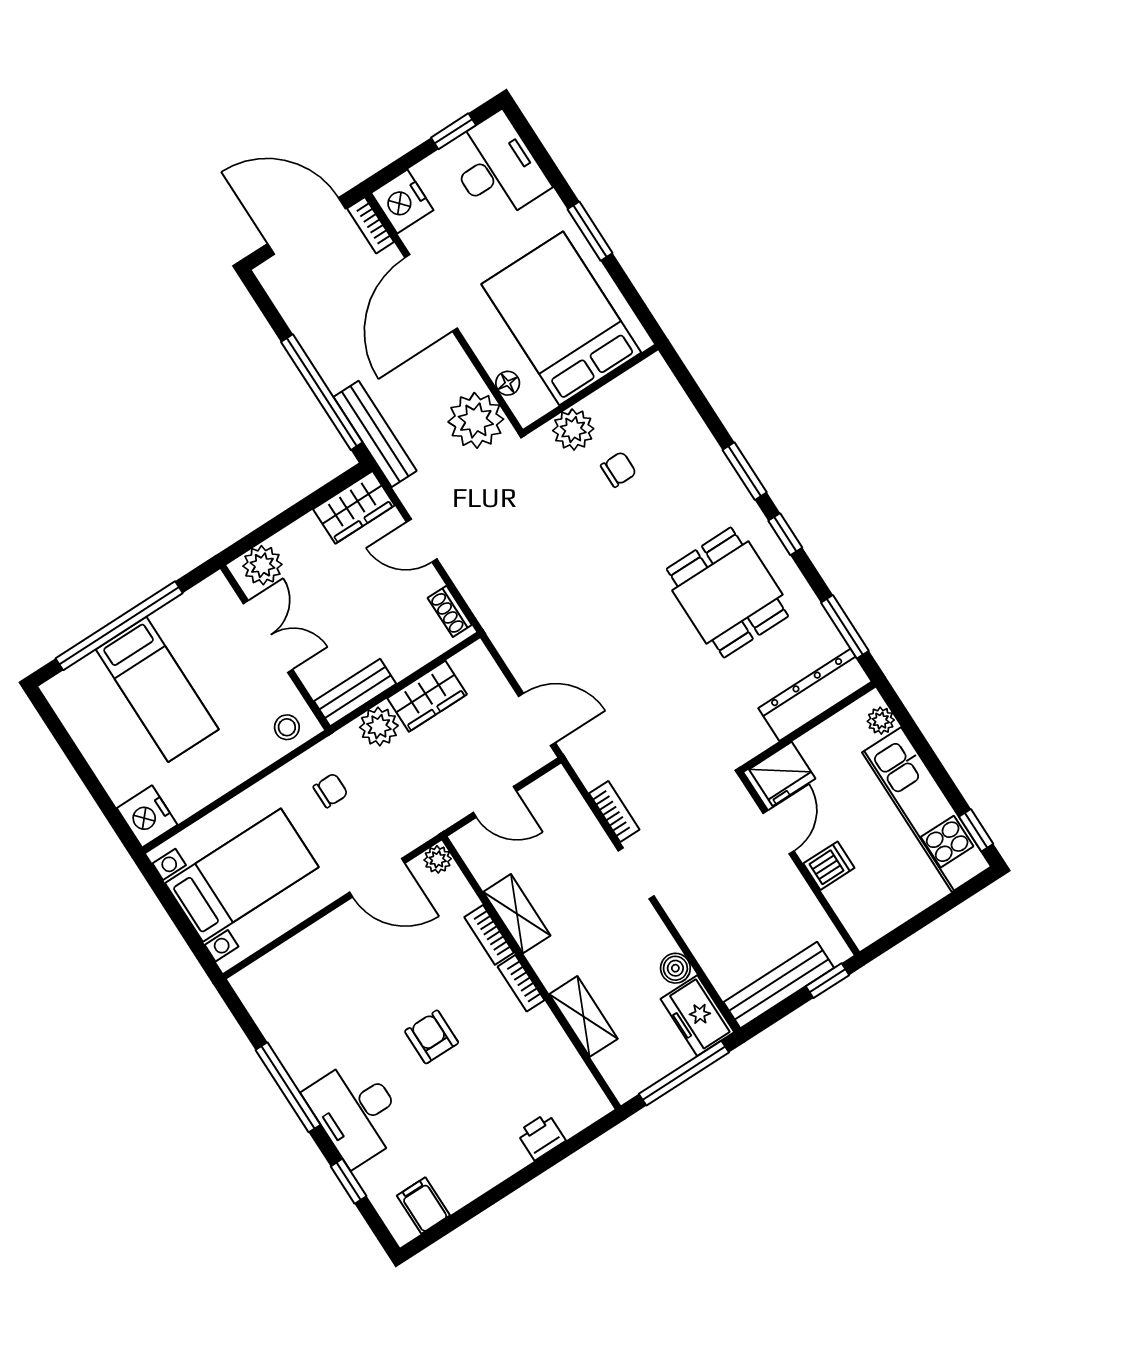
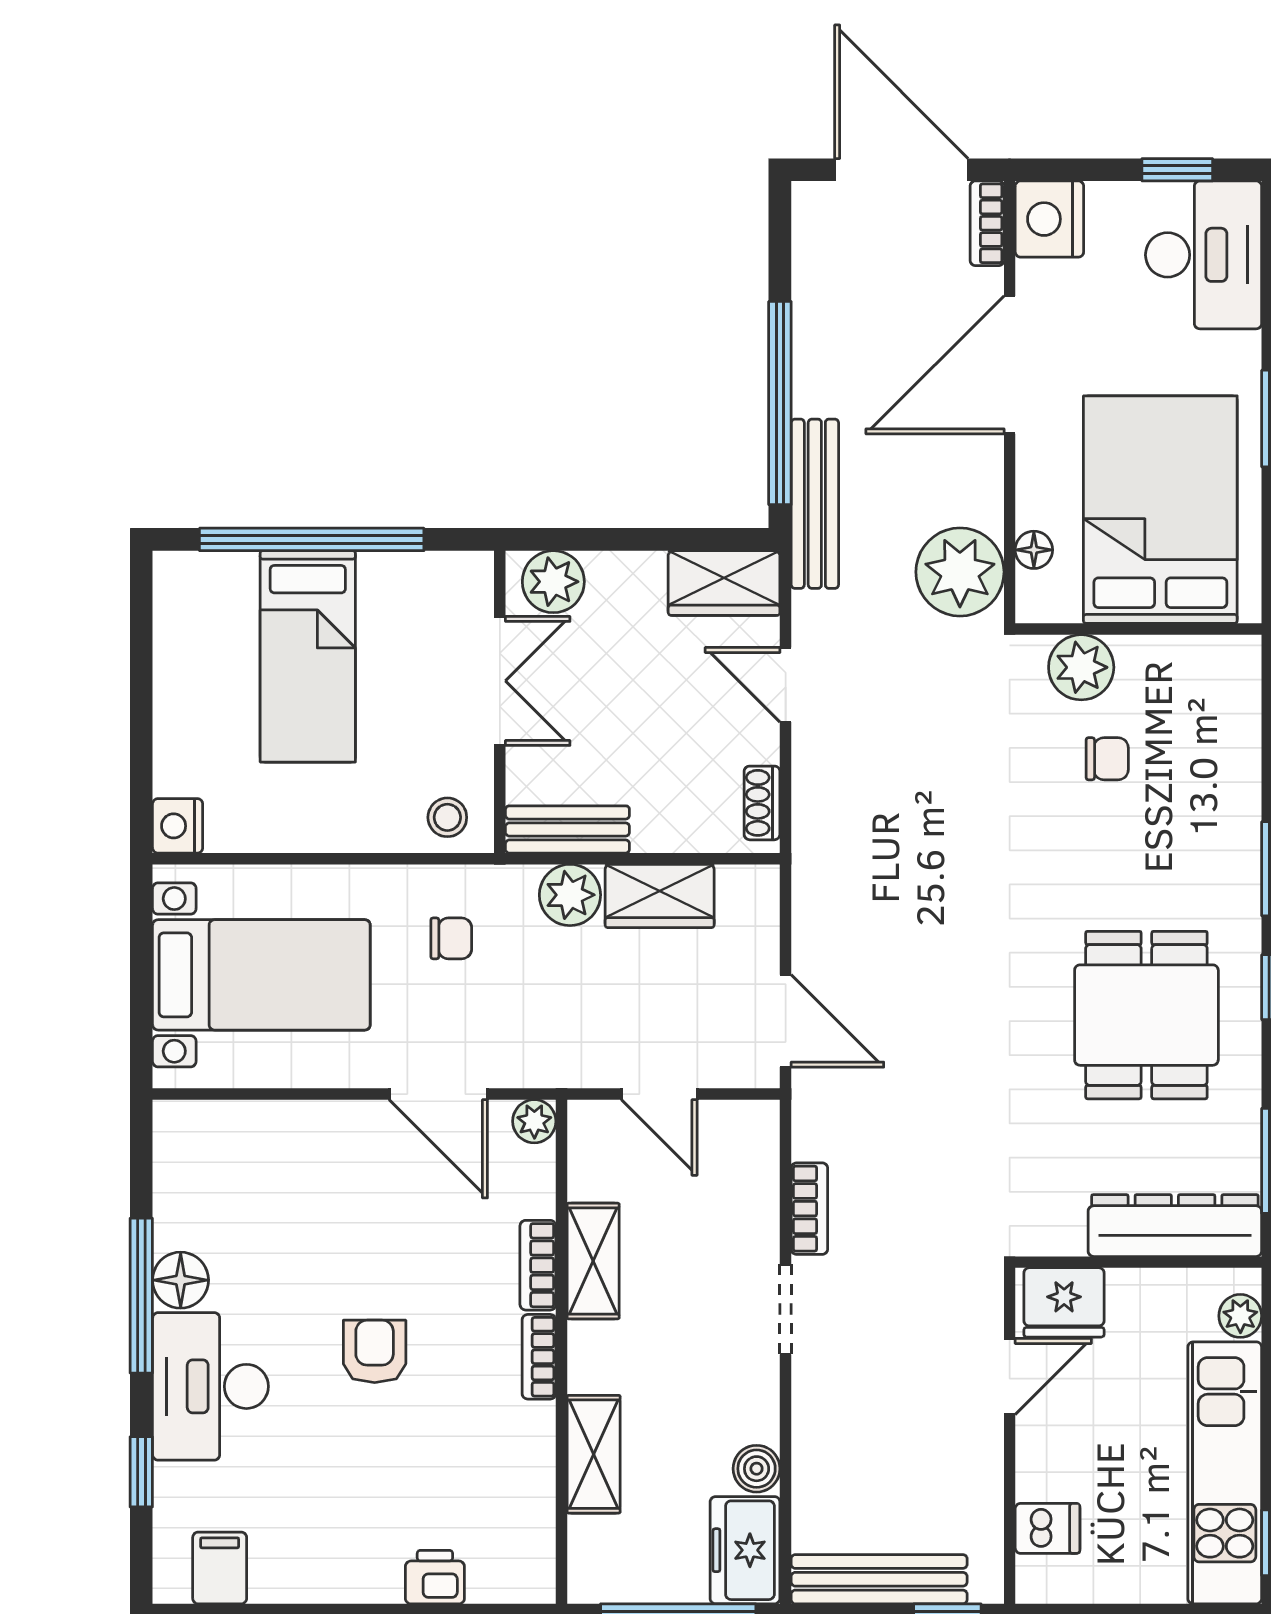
nightstand: (147, 816) -> (178, 826), width x0.74, depth x0.75
dishwasher: (829, 866) -> (1048, 1528), moved
floor lamp: (304, 1066) -> (181, 1280), added

